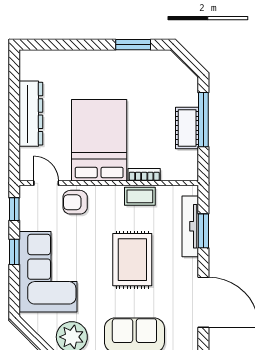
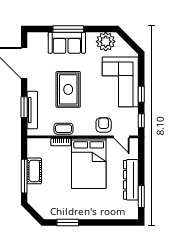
window: (14, 87) -> (141, 196), added
armchair: (75, 202) -> (104, 125), turned -90

